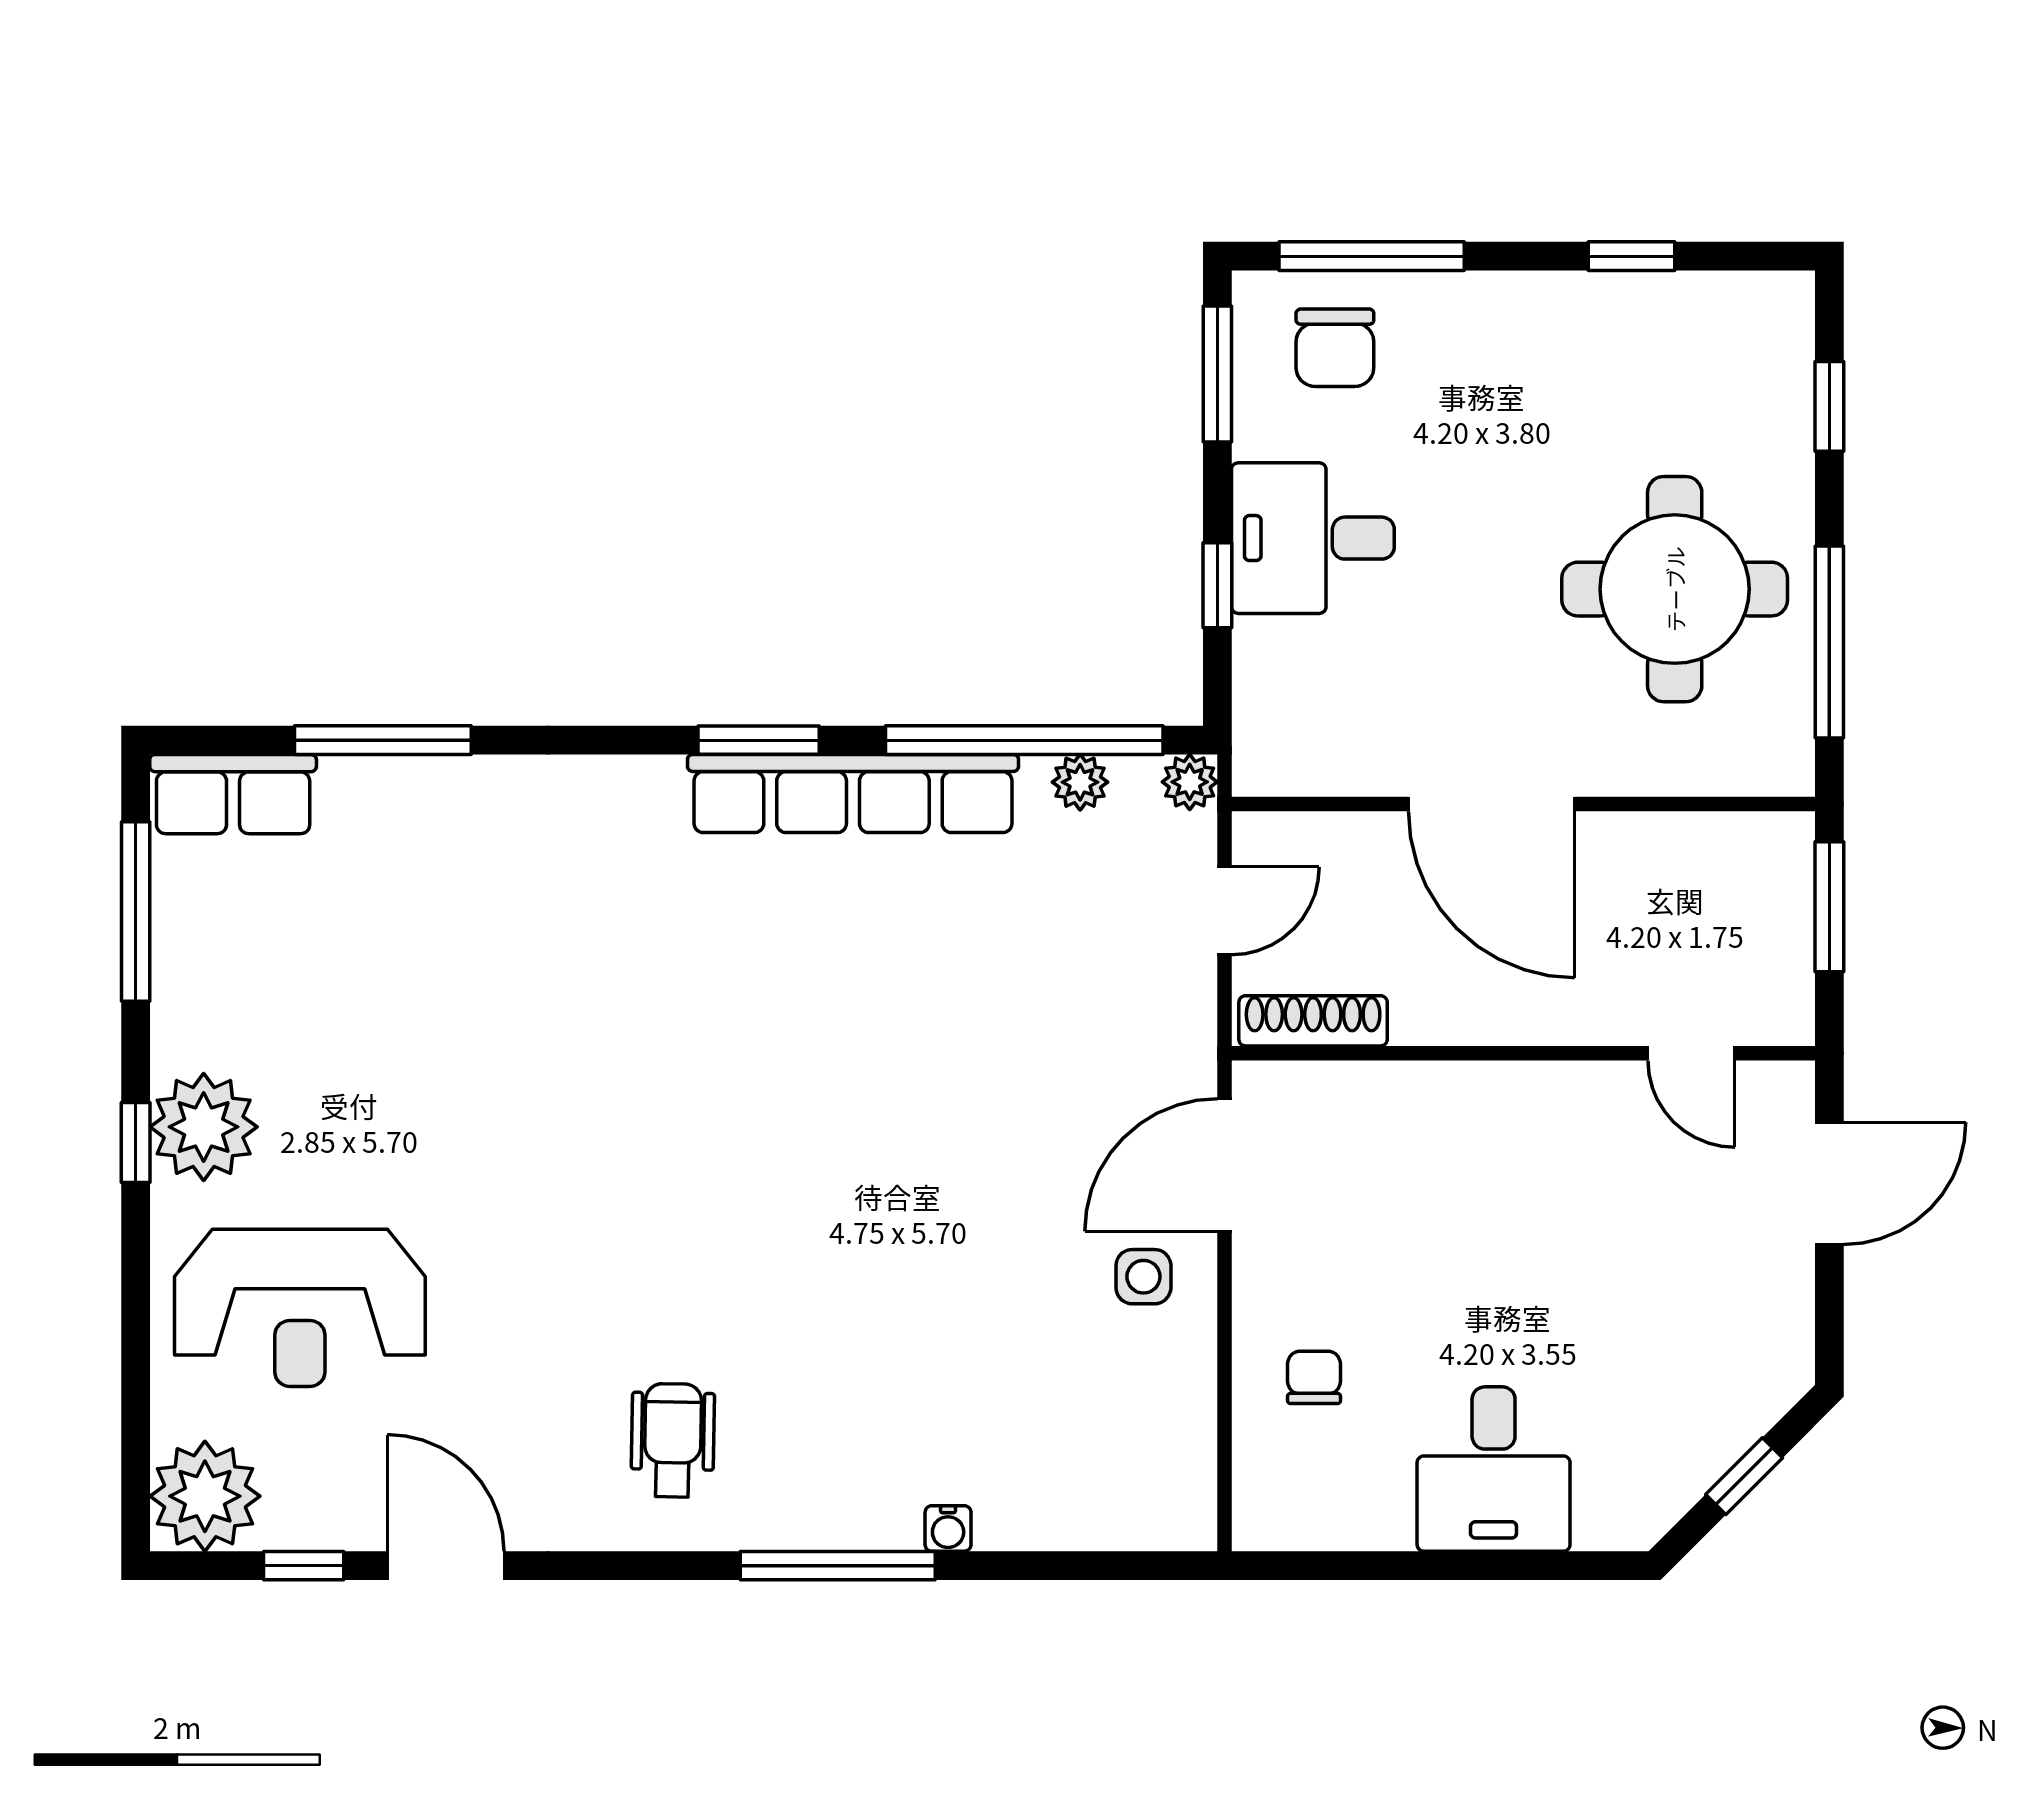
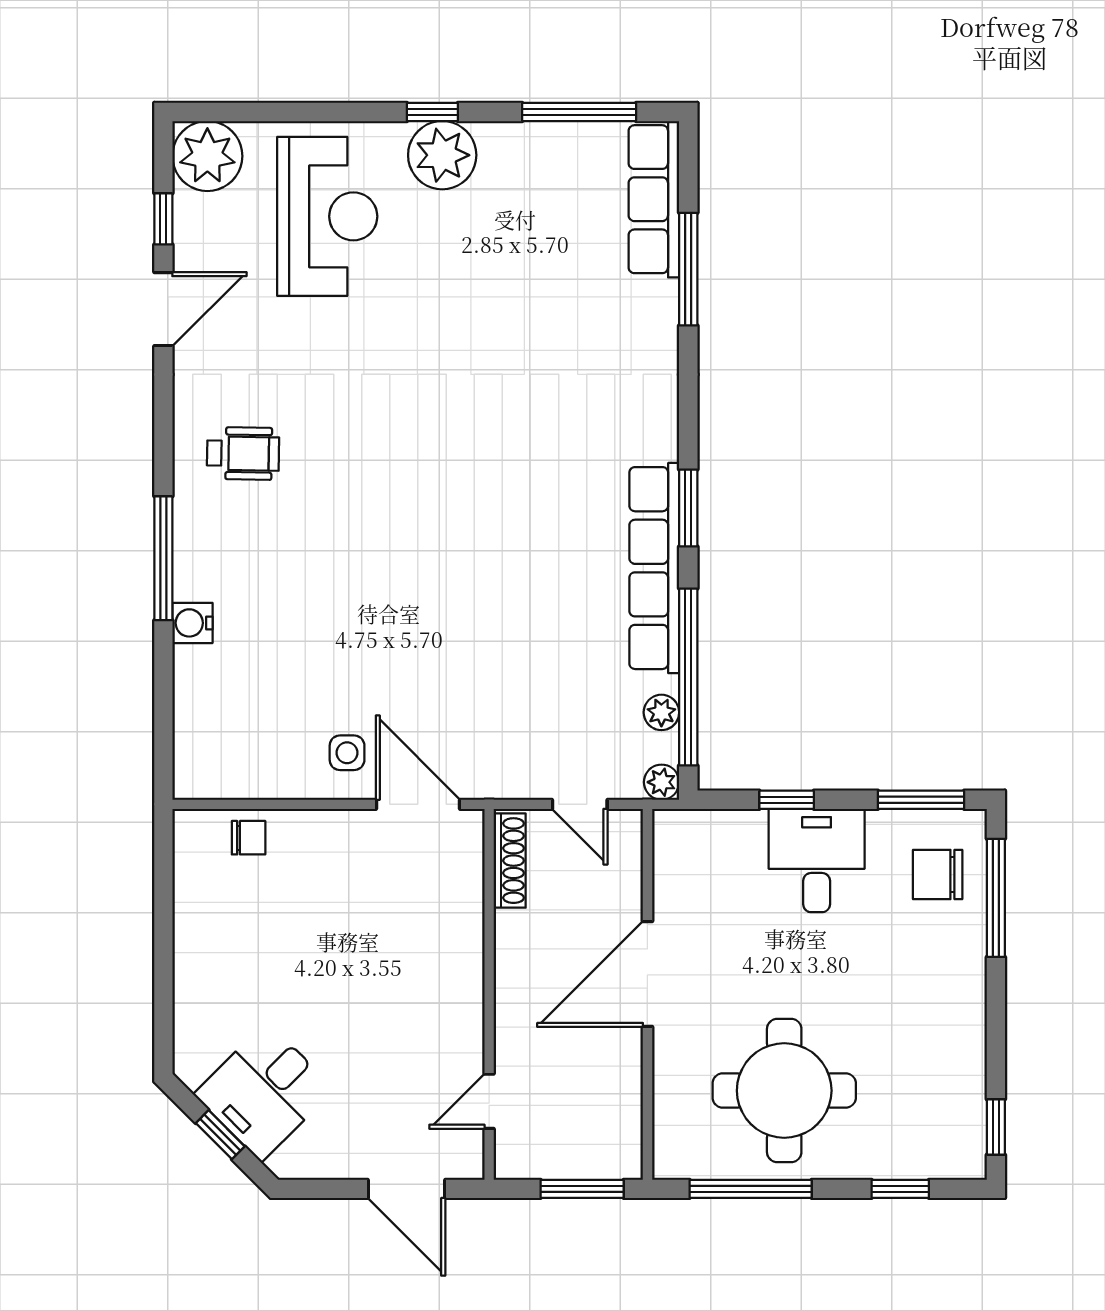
window: (1632, 256) -> (996, 1127), moved
row of seats: (233, 794) -> (654, 199), width x1.48
reception desk: (300, 1308) -> (327, 216), turned 180
chair: (1314, 1377) -> (249, 838), moved
desk: (1494, 1469) -> (264, 1092), moved, turned -45
water cooler: (948, 1528) -> (192, 623), width x1.38, depth x1.38

